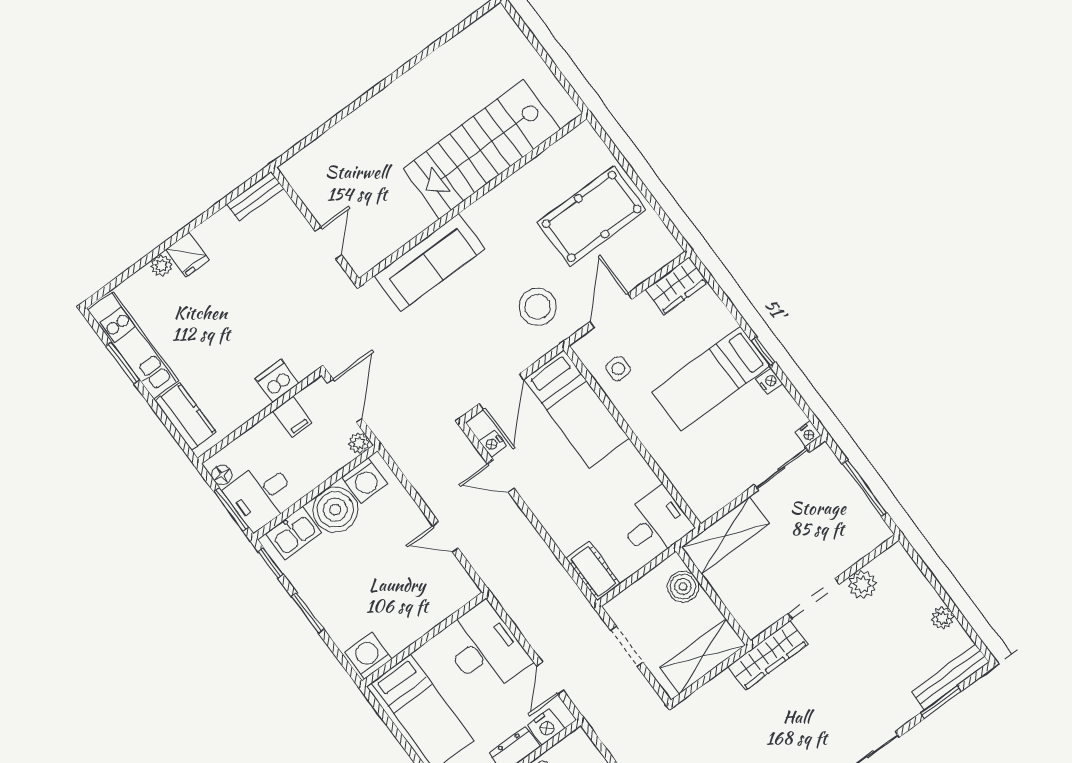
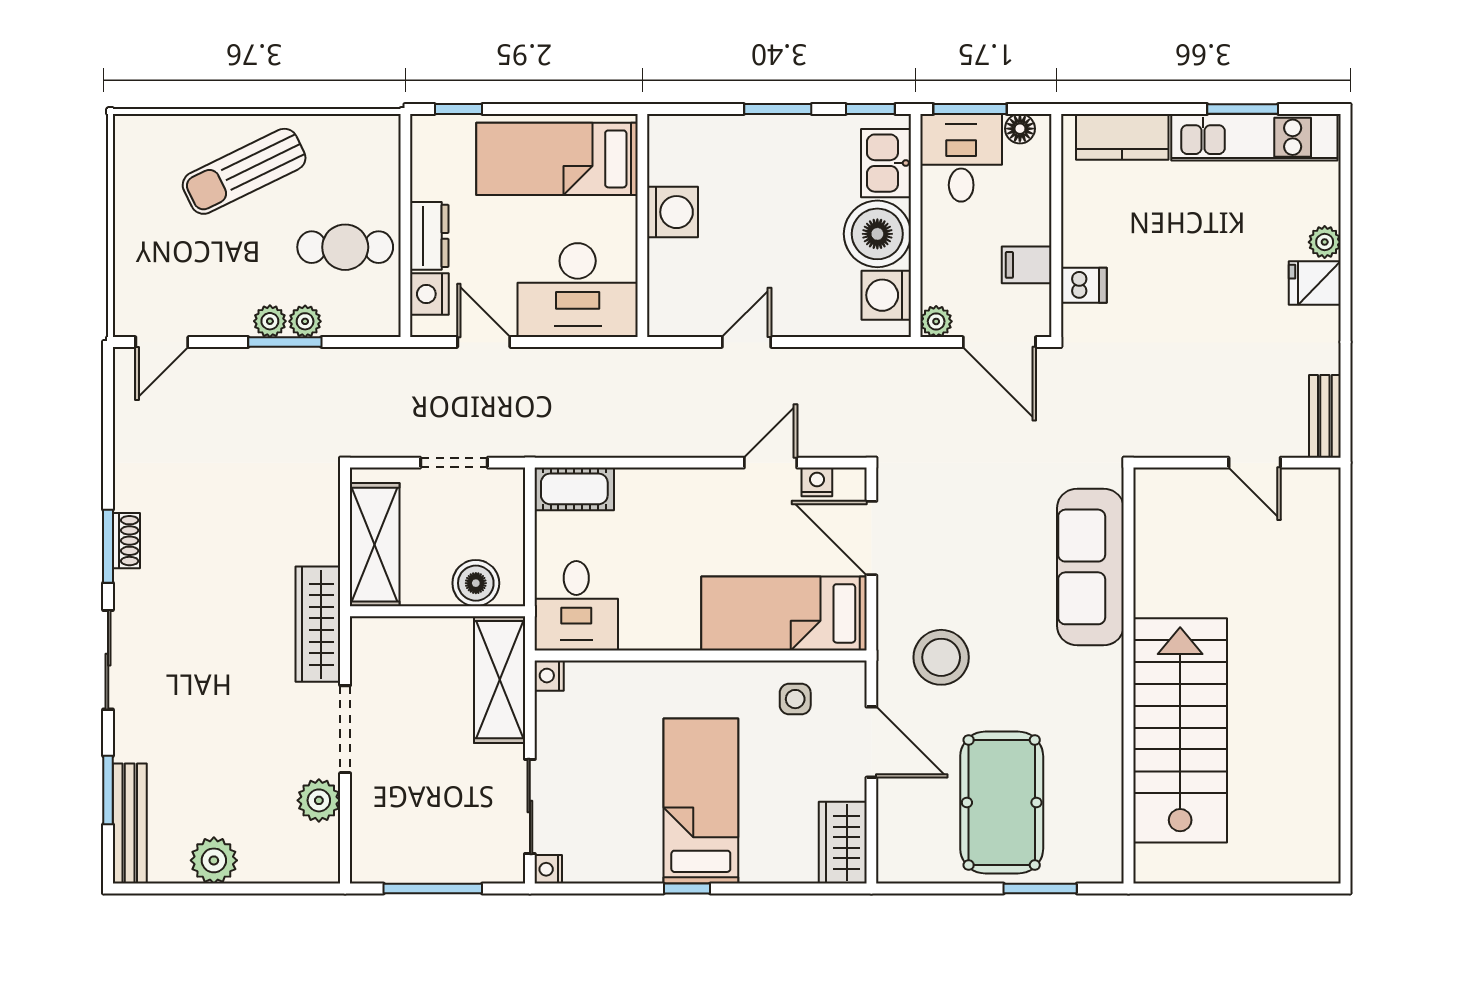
window: (623, 161) -> (1040, 888), added
door: (328, 243) -> (1255, 463), moved
dishwasher: (277, 381) -> (1084, 285), width x0.73
nightstand: (770, 382) -> (549, 676), moved, turned 90
plant: (942, 618) -> (214, 860), width x1.38, depth x1.38
washing machine: (368, 656) -> (672, 212), moved

